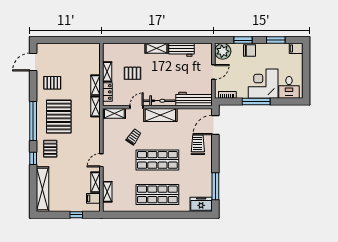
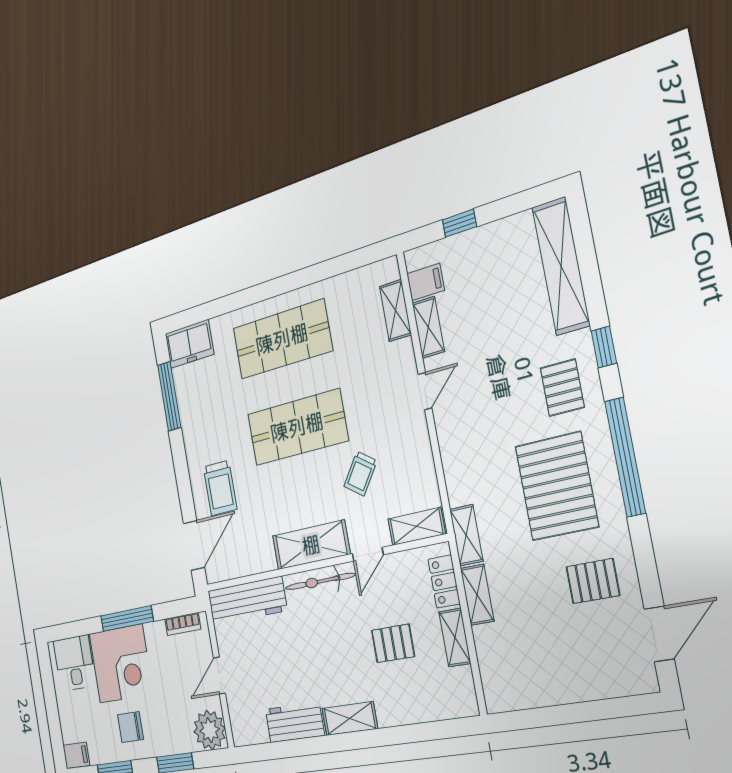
chair: (249, 50) -> (131, 727), moved

